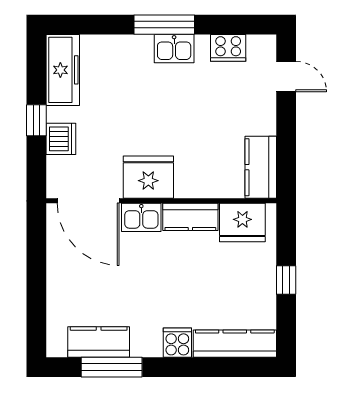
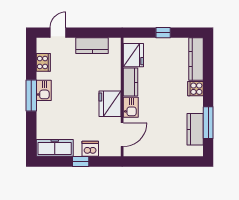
kitchen counter: (261, 167) -> (92, 46), moved
door: (88, 201) -> (122, 135), width x0.73

